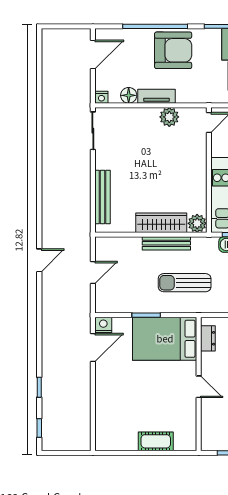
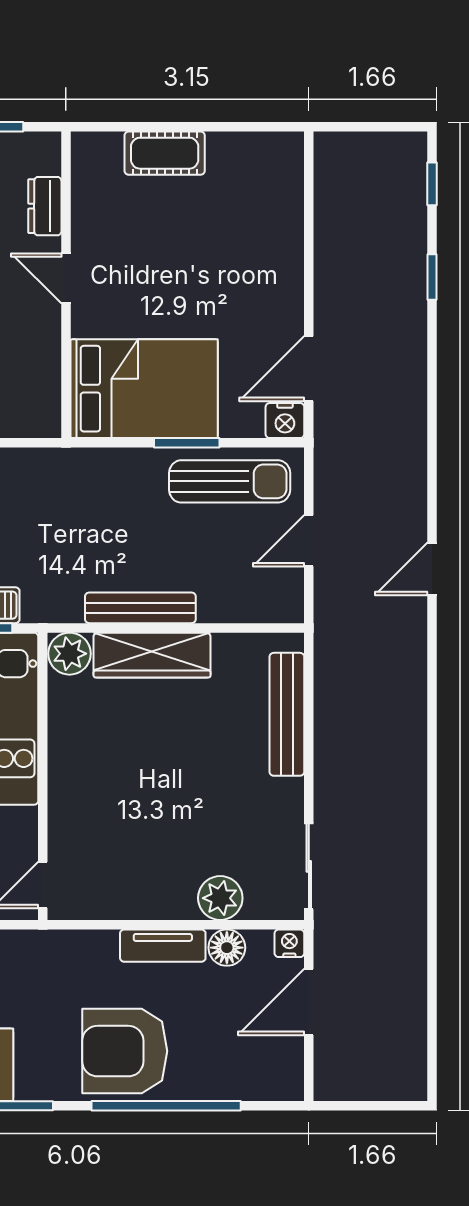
door: (93, 55) -> (309, 1002), moved
plant: (169, 117) -> (220, 898), moved
sun lounger: (185, 283) -> (230, 481), moved
dresser: (208, 338) -> (45, 206), moved

